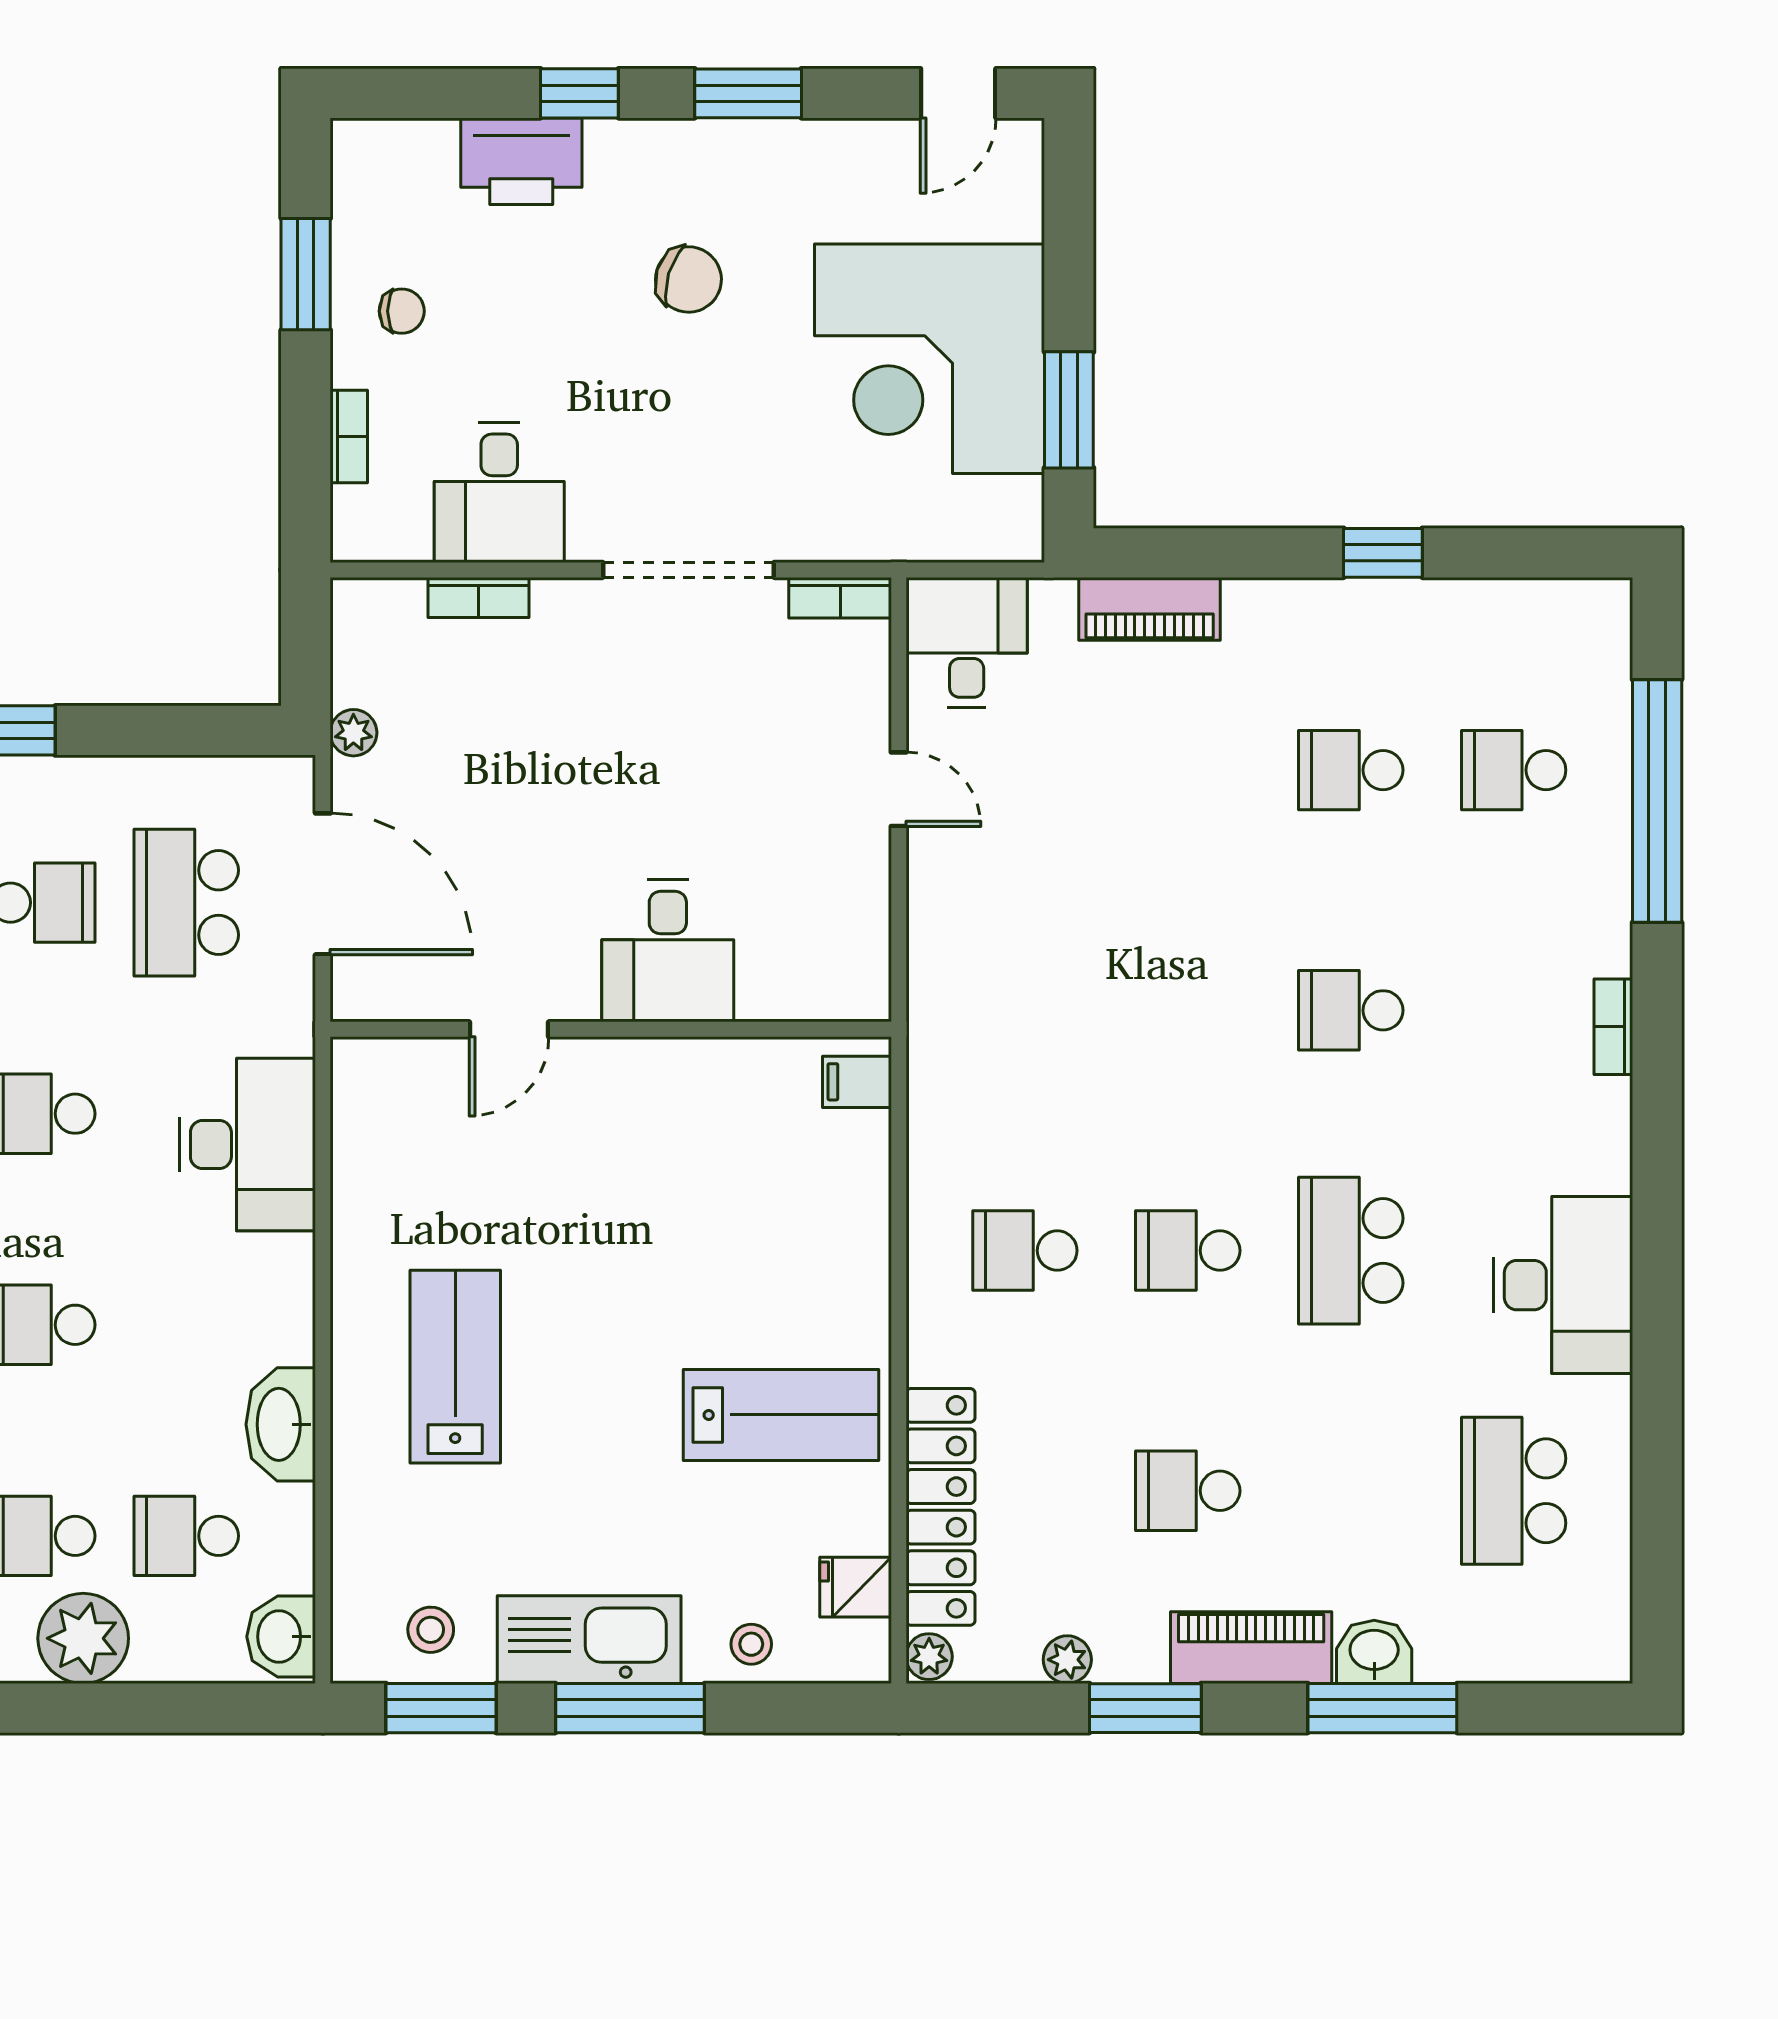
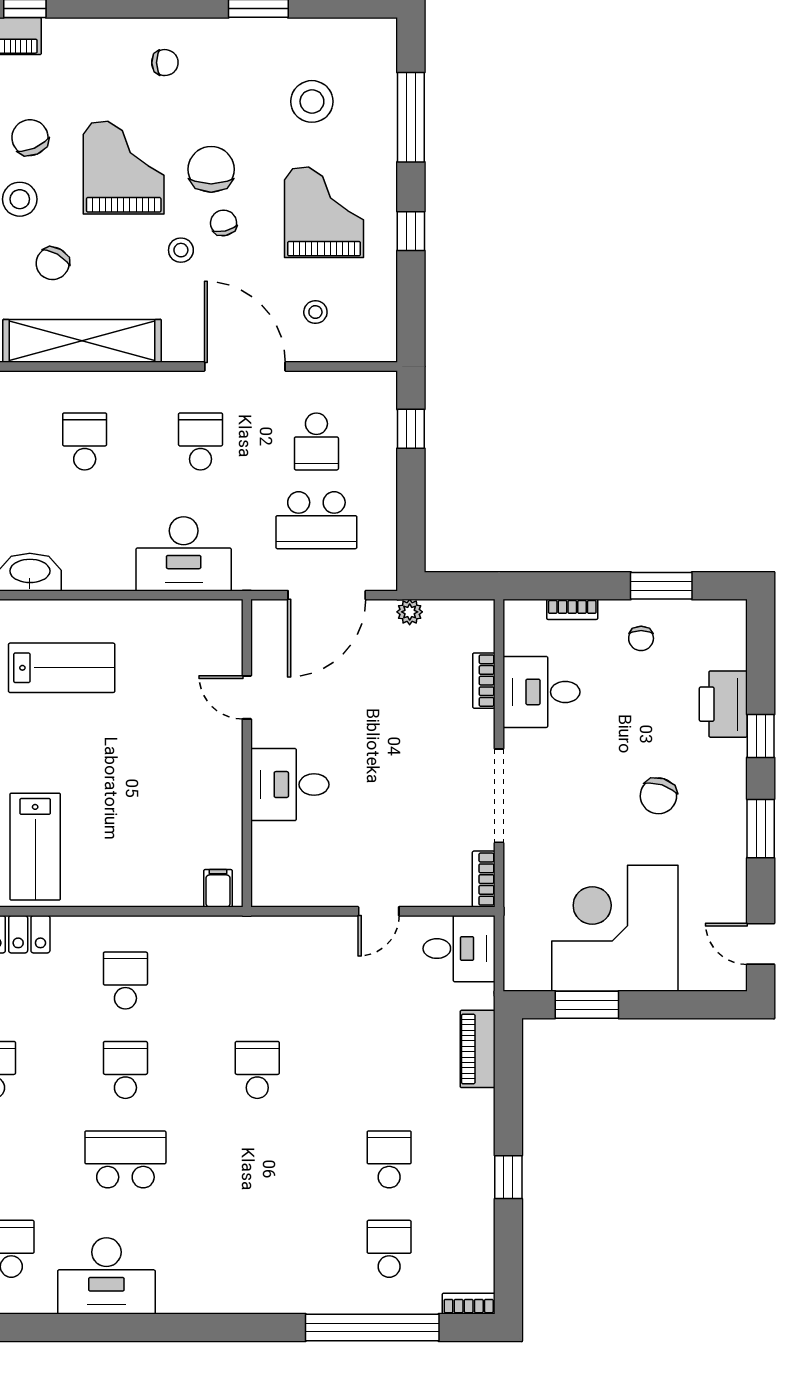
school desk: (186, 903) -> (316, 520), turned 180
school desk: (1351, 1010) -> (257, 1070), moved
bookcase: (1613, 1027) -> (469, 1304), moved

